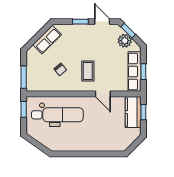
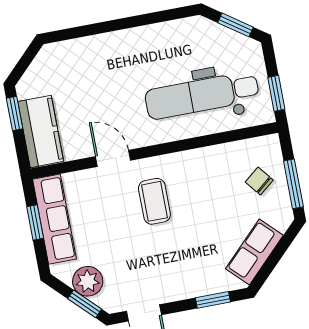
window: (80, 22) -> (213, 300), moved
chair: (60, 69) -> (259, 181), moved
window: (24, 77) -> (293, 184), moved
window: (143, 112) -> (15, 113), moved
window: (36, 144) -> (236, 25), added

